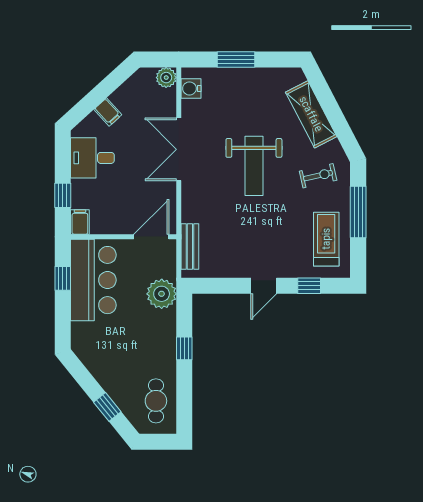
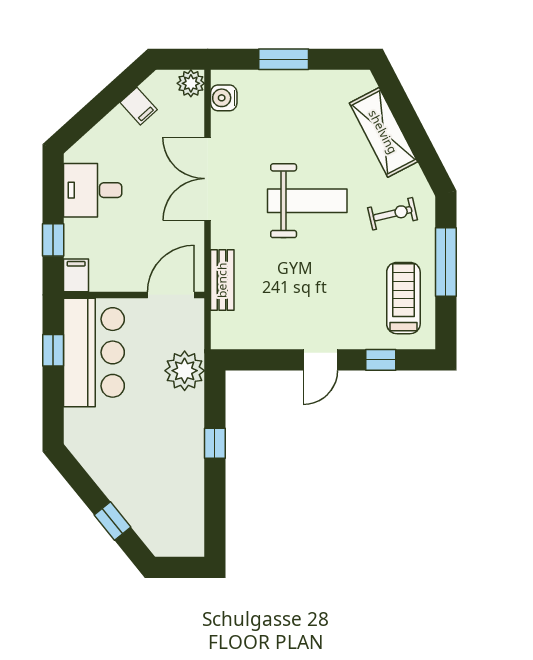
filing cabinet: (108, 112) -> (139, 106), moved
weight bench: (254, 166) -> (307, 201), turned -90
bench: (190, 247) -> (222, 280), moved
cafe table: (156, 401) -> (177, 513), removed

